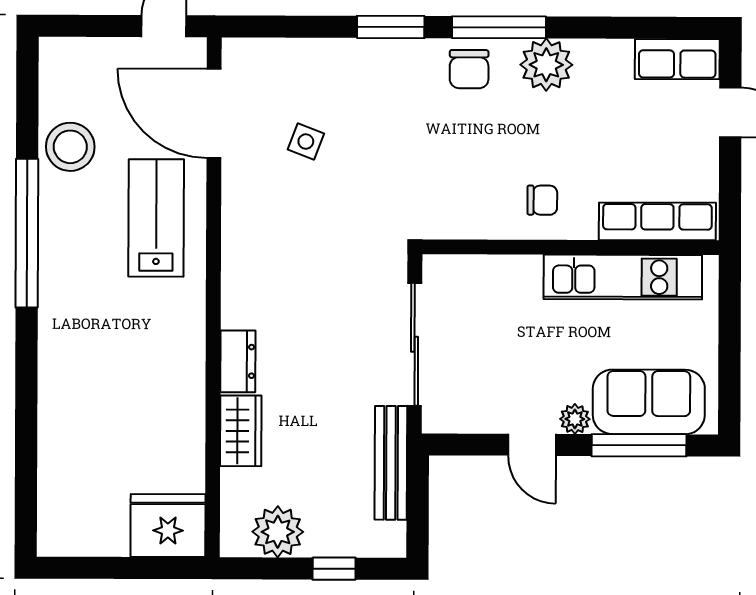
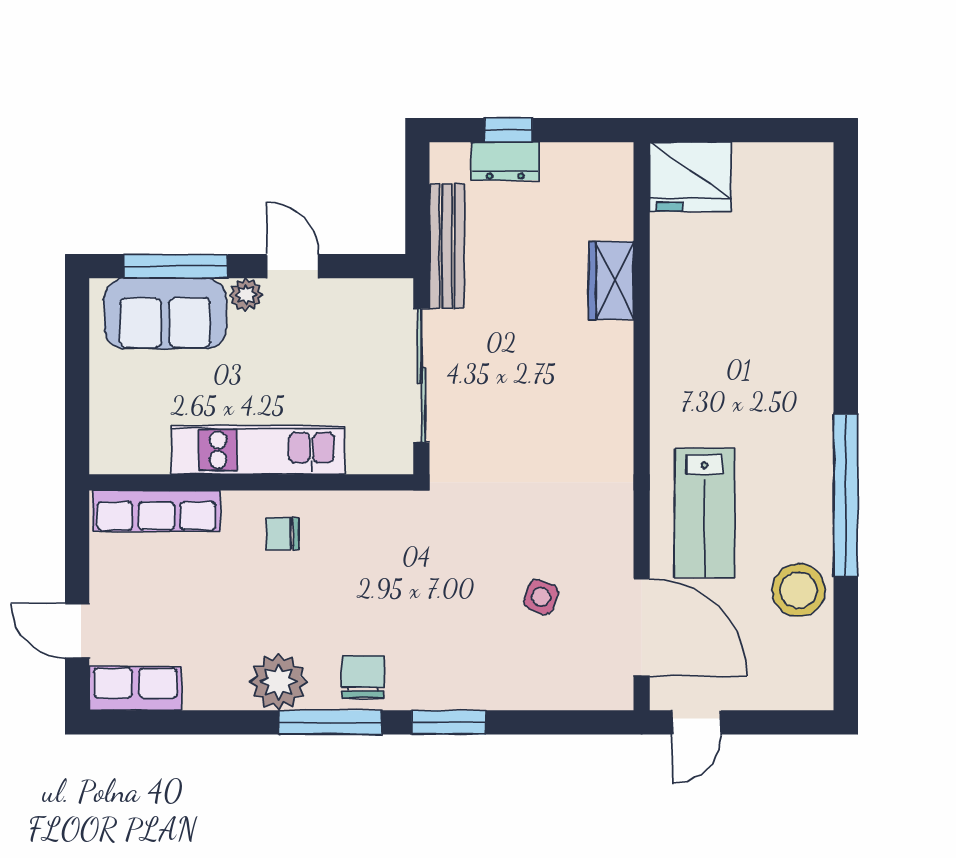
kitchen unit: (623, 277) -> (258, 450), moved
dresser: (238, 361) -> (505, 161), moved, turned -90
plant: (278, 532) -> (570, 170), removed

